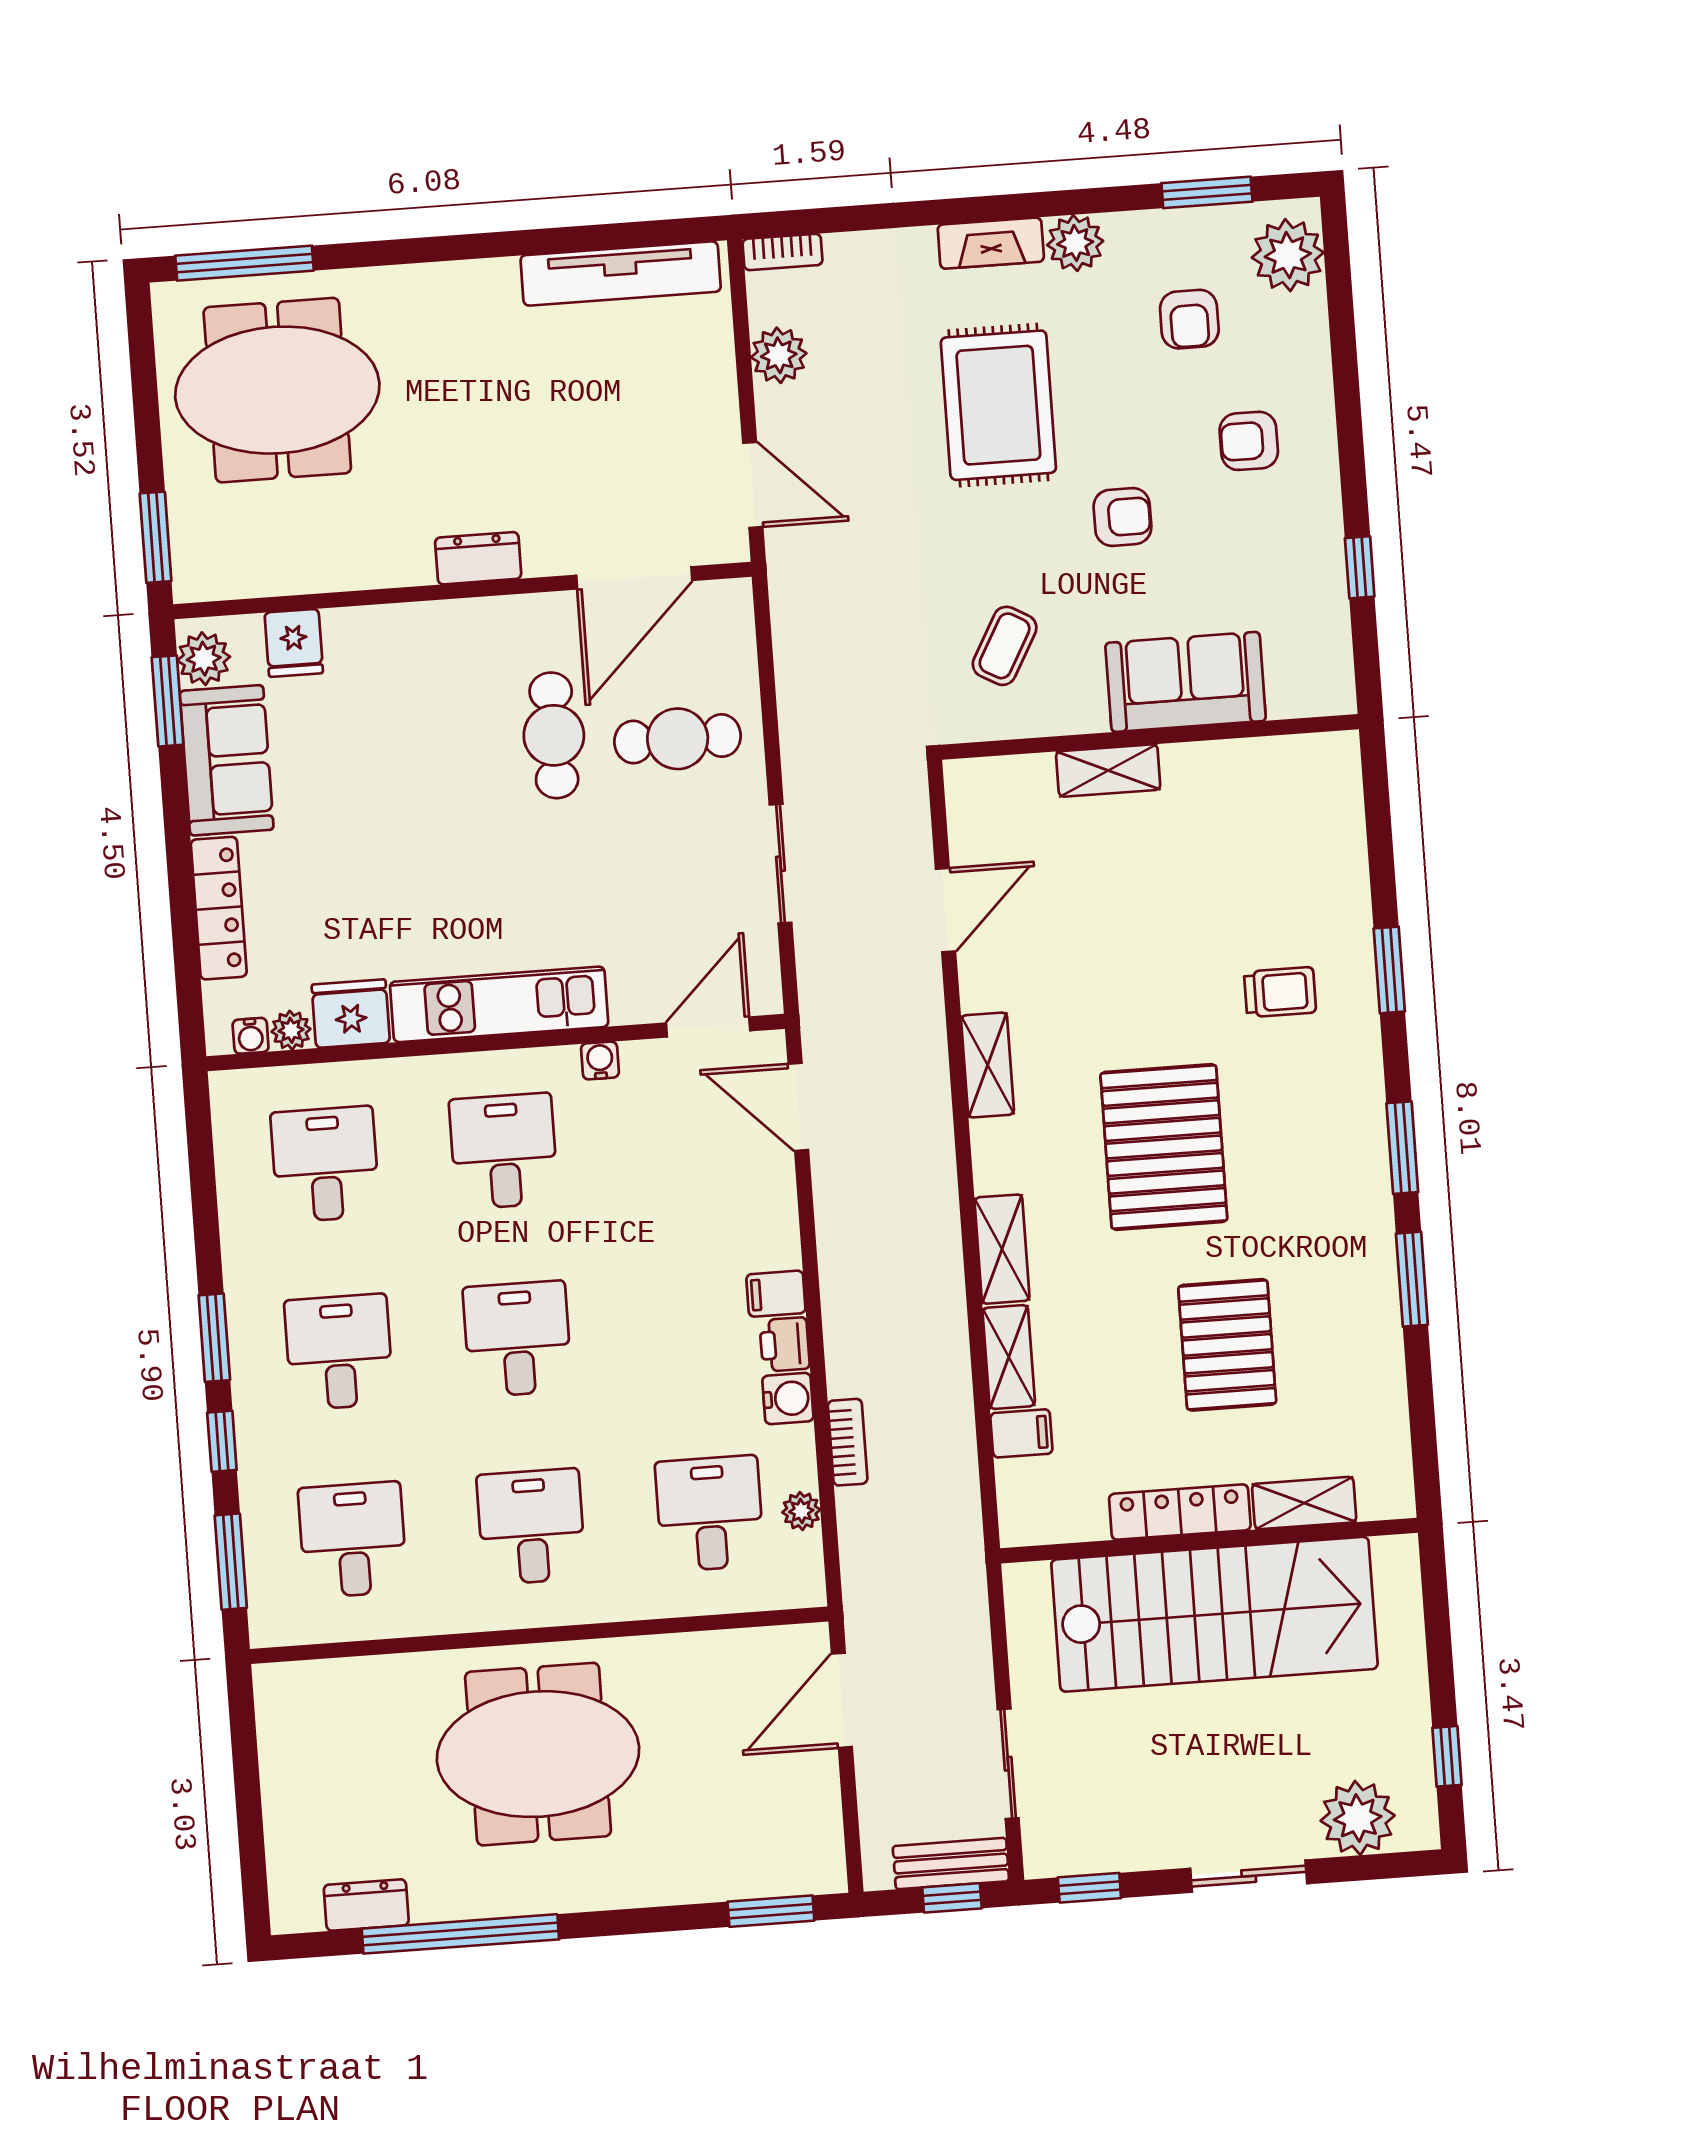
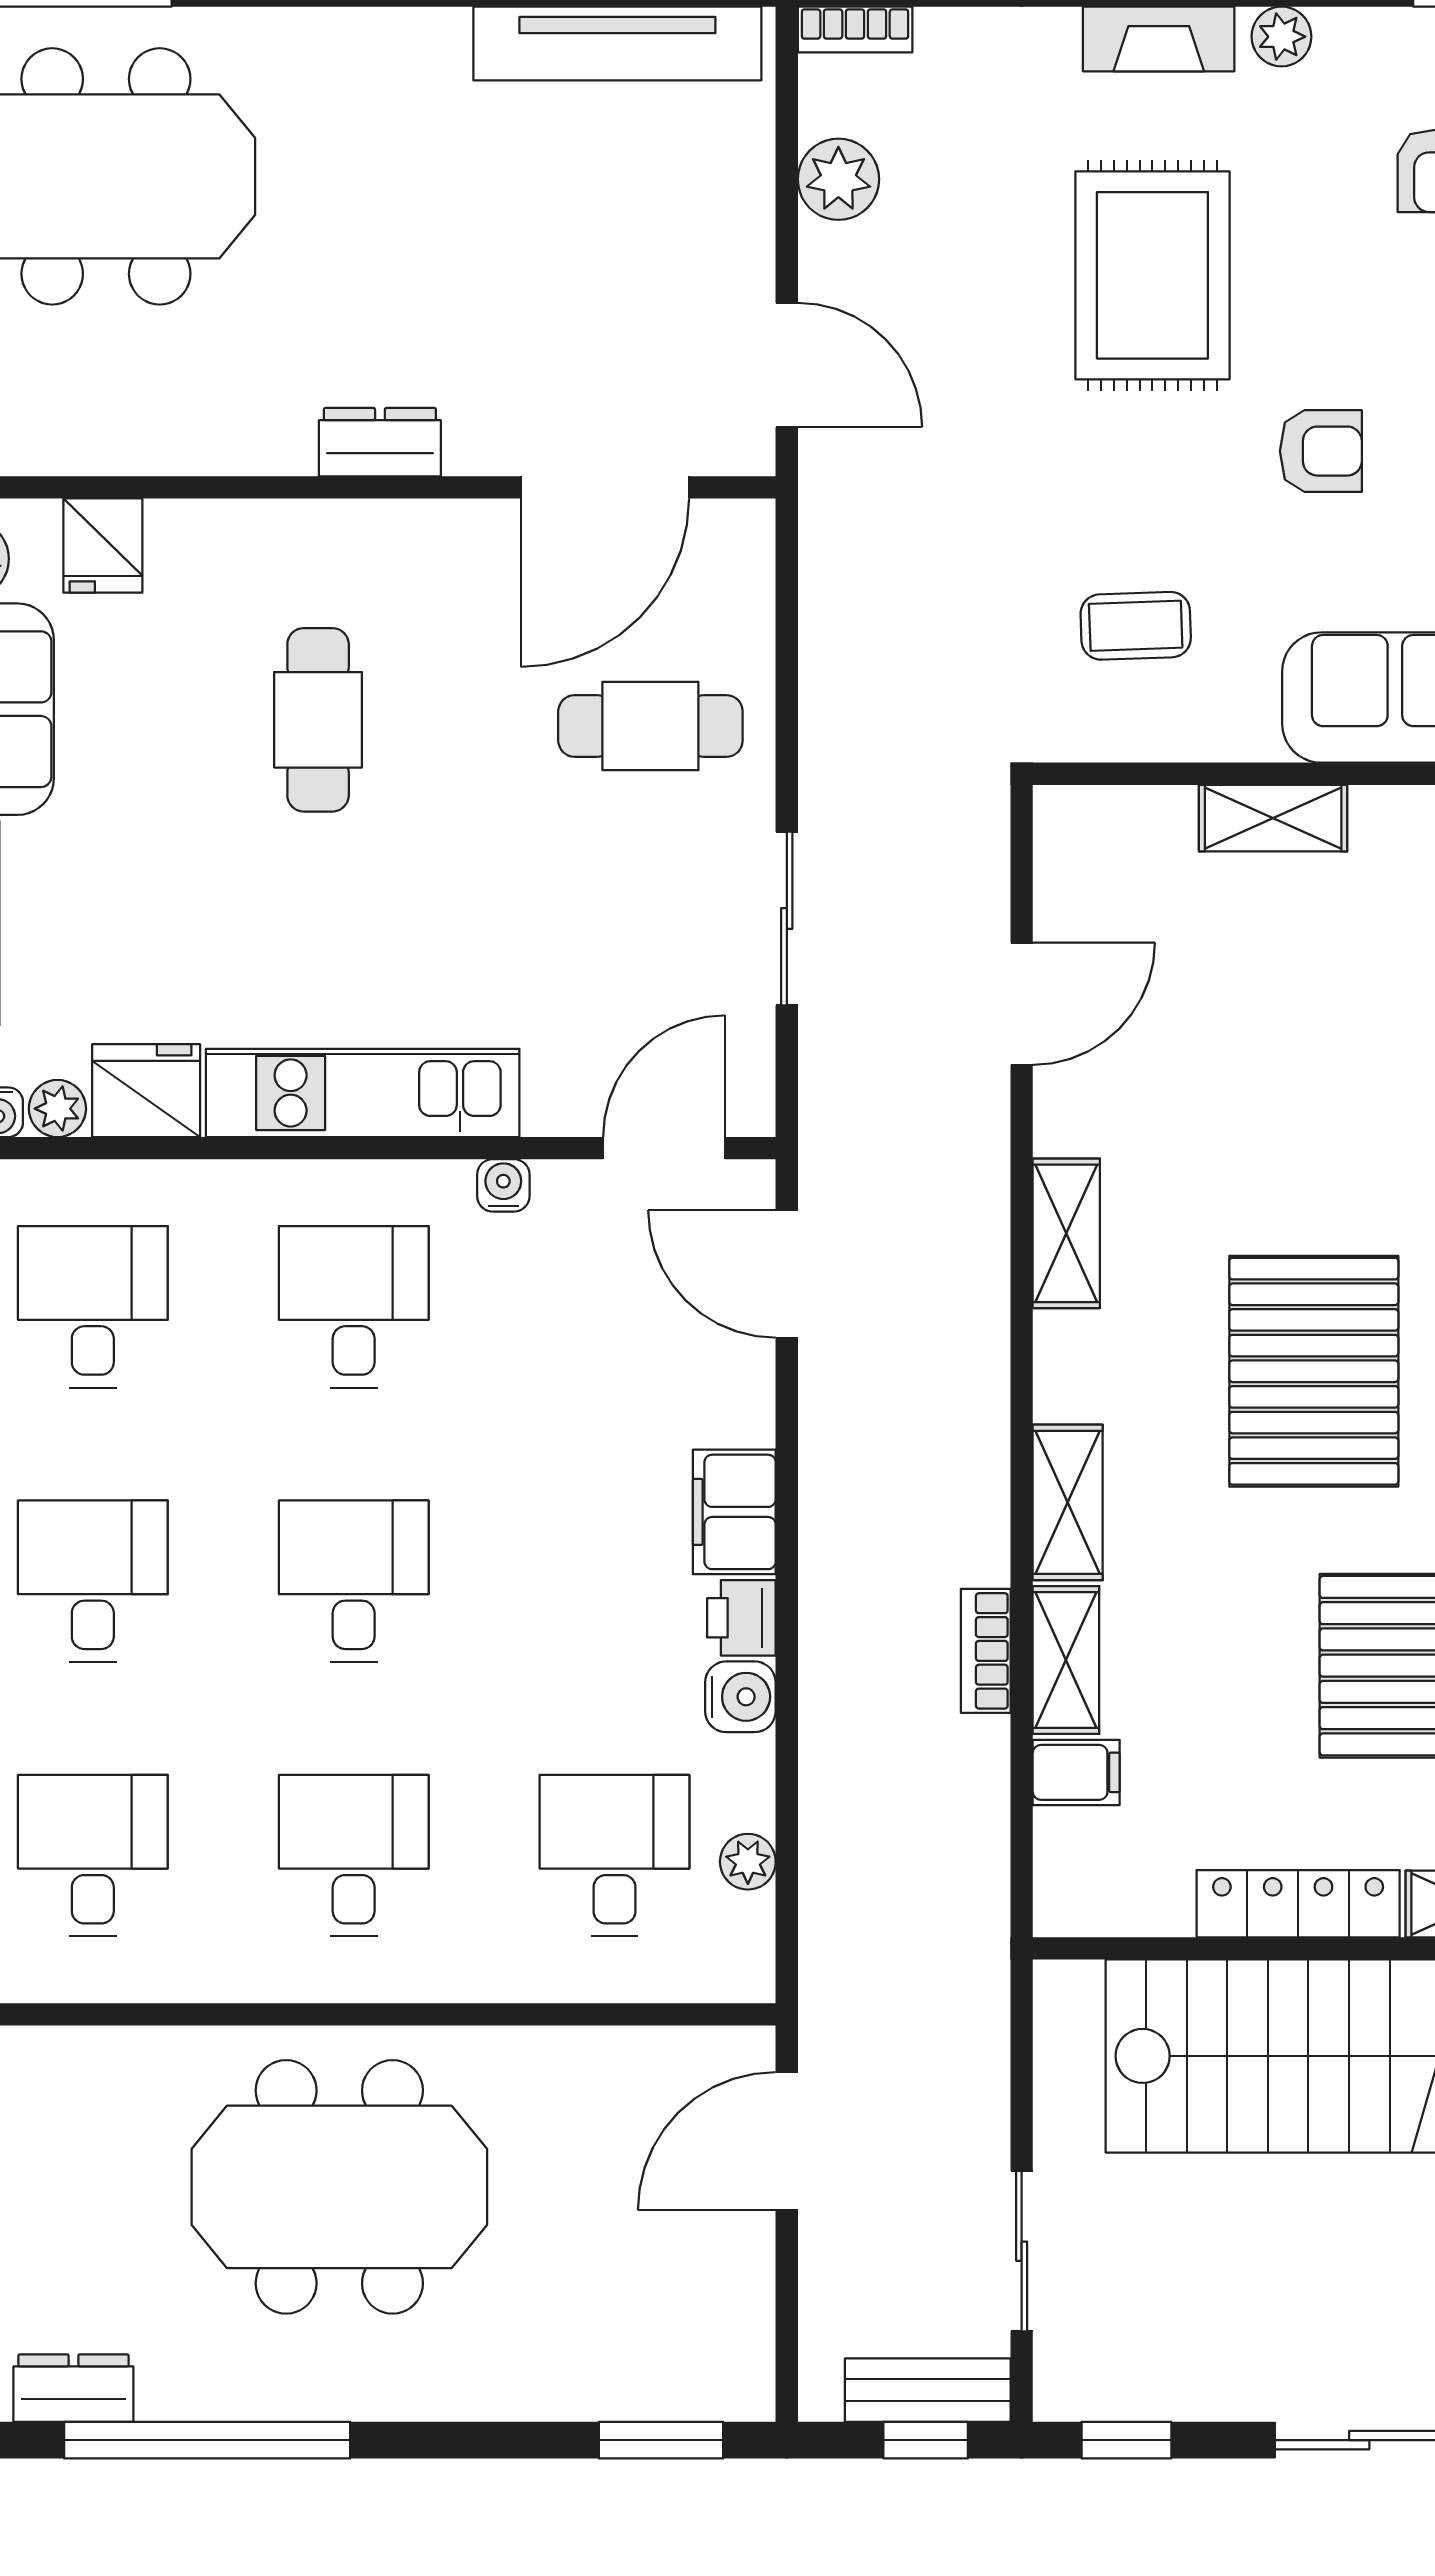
plant: (1075, 243) -> (1281, 37), width x0.73, depth x0.73
coffee table: (1005, 646) -> (1136, 626), turned 59
cafe table: (554, 735) -> (318, 720), moved
filing cabinet: (776, 1294) -> (734, 1512), width x2.00
bookcase: (848, 1442) -> (986, 1651), moved, turned 180

